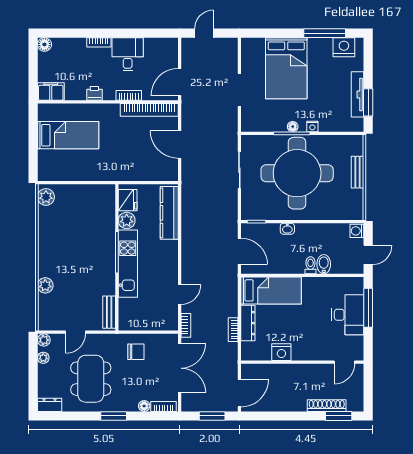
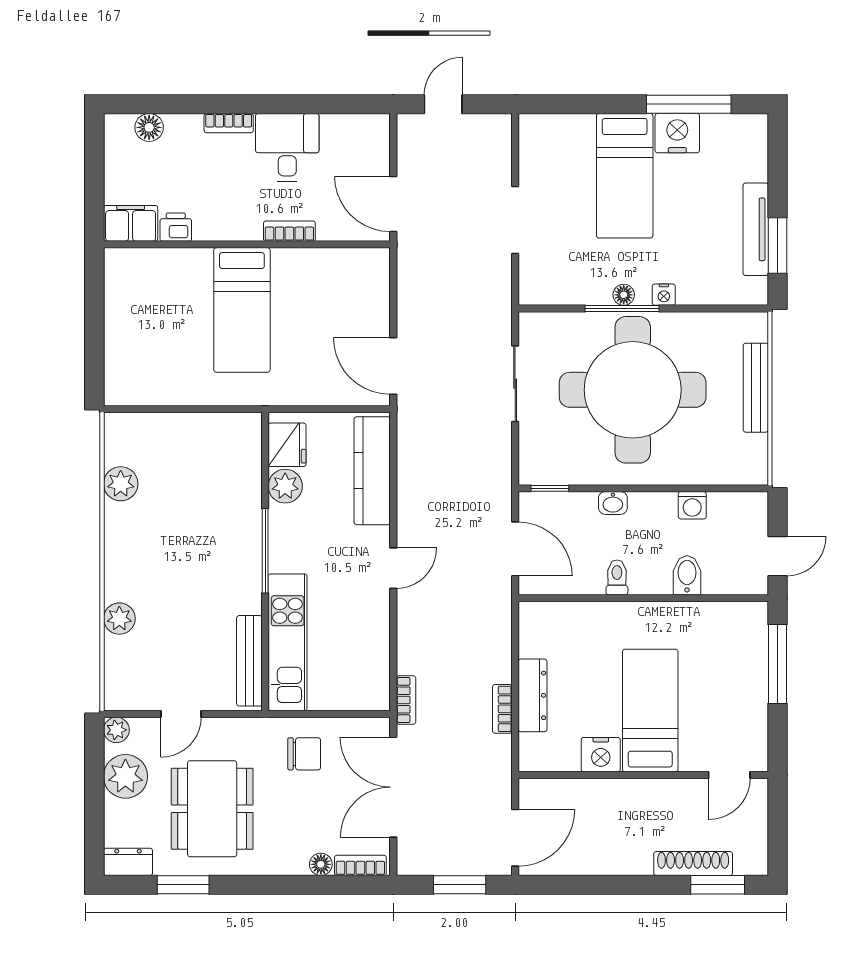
floor lamp: (44, 44) -> (149, 127), moved
nightstand: (344, 47) -> (677, 133), moved
bed: (286, 68) -> (625, 176), width x0.67
door: (180, 82) -> (393, 204), hinge flipped
printer: (94, 93) -> (176, 227), moved
bookcase: (149, 110) -> (331, 261), removed
bed: (68, 135) -> (242, 310), moved, turned 90
door: (180, 144) -> (393, 366), moved
bench: (357, 172) -> (756, 388), width x1.36
plant: (46, 197) -> (121, 484), moved
washing machine: (357, 231) -> (692, 505), moved, turned -90
kitchen unit: (128, 264) -> (288, 642), moved
toilet: (310, 265) -> (617, 577), moved
bed: (271, 290) -> (650, 711), moved, turned -90
door: (180, 294) -> (393, 568), moved
bench: (109, 312) -> (249, 661), width x1.36
desk: (348, 315) -> (736, 678), removed
plant: (43, 358) -> (125, 776), width x1.88, depth x1.88
double door: (180, 368) -> (393, 787), swing flipped
window: (114, 416) -> (183, 885), moved

